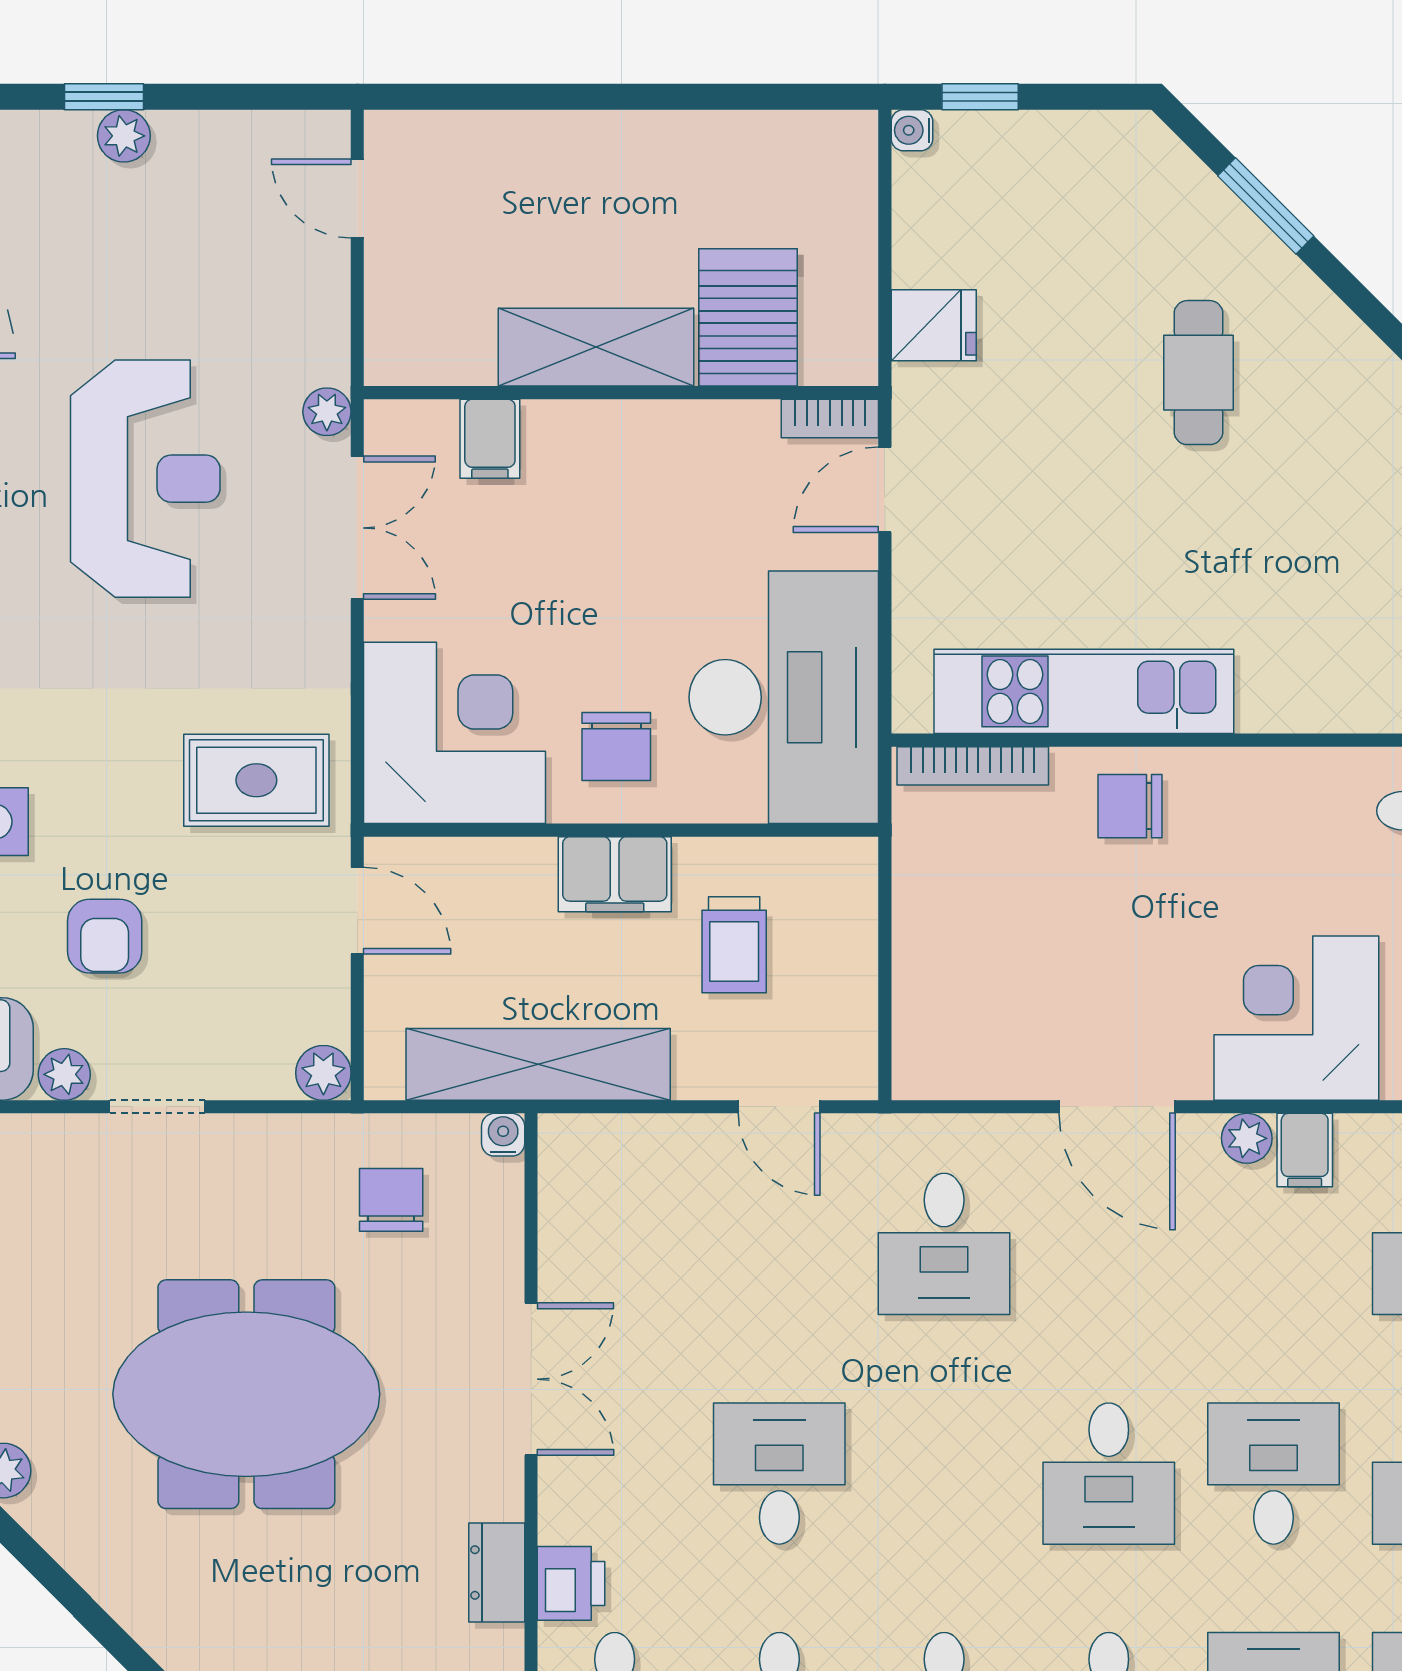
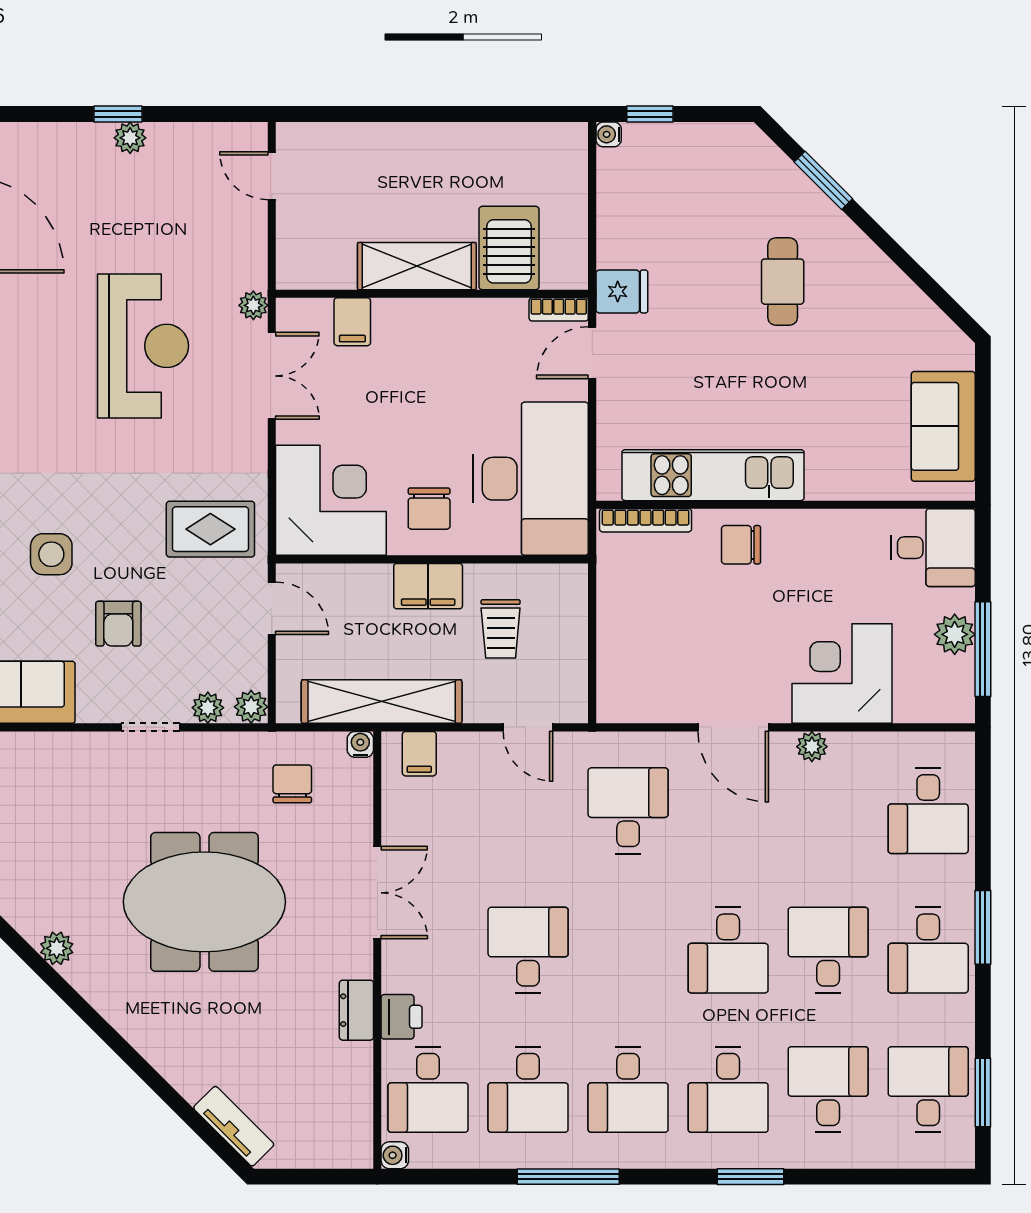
fridge: (934, 325) -> (622, 291), moved
plant: (64, 1074) -> (208, 708), moved
filing cabinet: (1305, 1150) -> (419, 754), moved
desk: (944, 1244) -> (628, 811), turned 180

